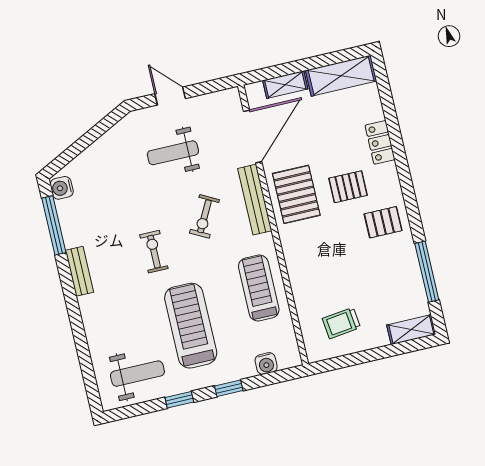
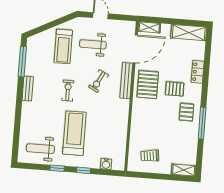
shelving: (285, 85) -> (149, 27), moved
water cooler: (62, 188) -> (32, 44), removed
pallet: (383, 222) -> (187, 112), turned 90
window: (427, 272) -> (202, 123), moved
treadmill: (259, 288) -> (63, 46), moved, turned 180
weight bench: (137, 374) -> (40, 149), turned 180

